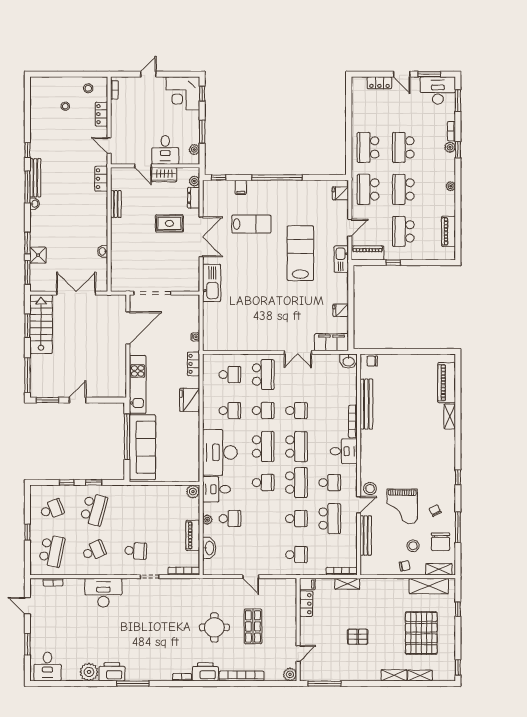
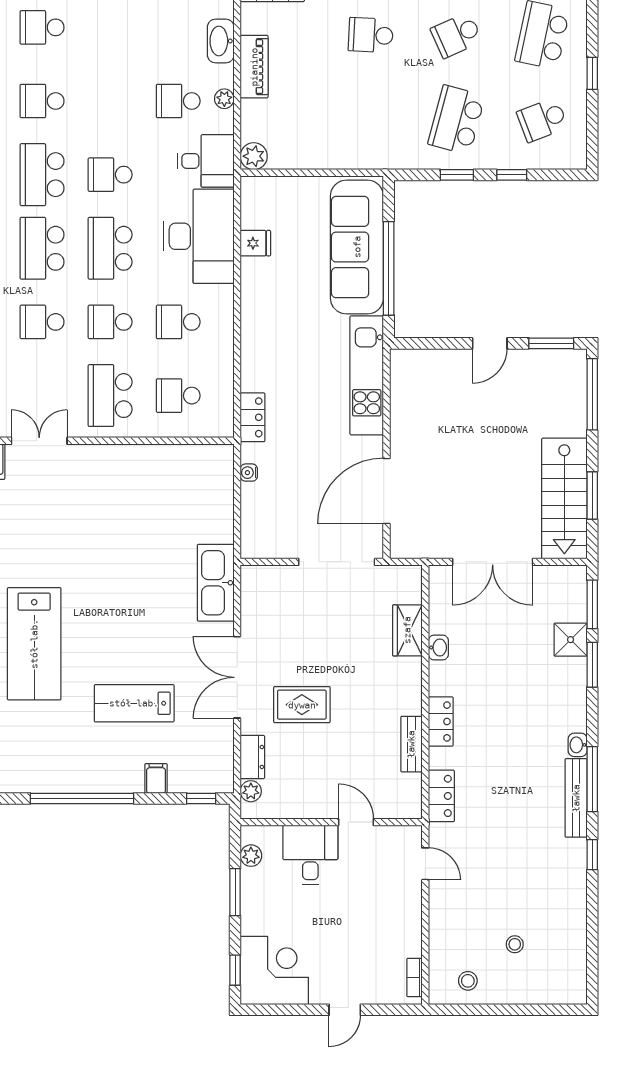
locker: (101, 114) -> (441, 721), moved
wardrobe: (164, 175) -> (407, 630), moved, turned -90
fridge: (190, 400) -> (255, 243), moved, width x0.53, depth x0.75

